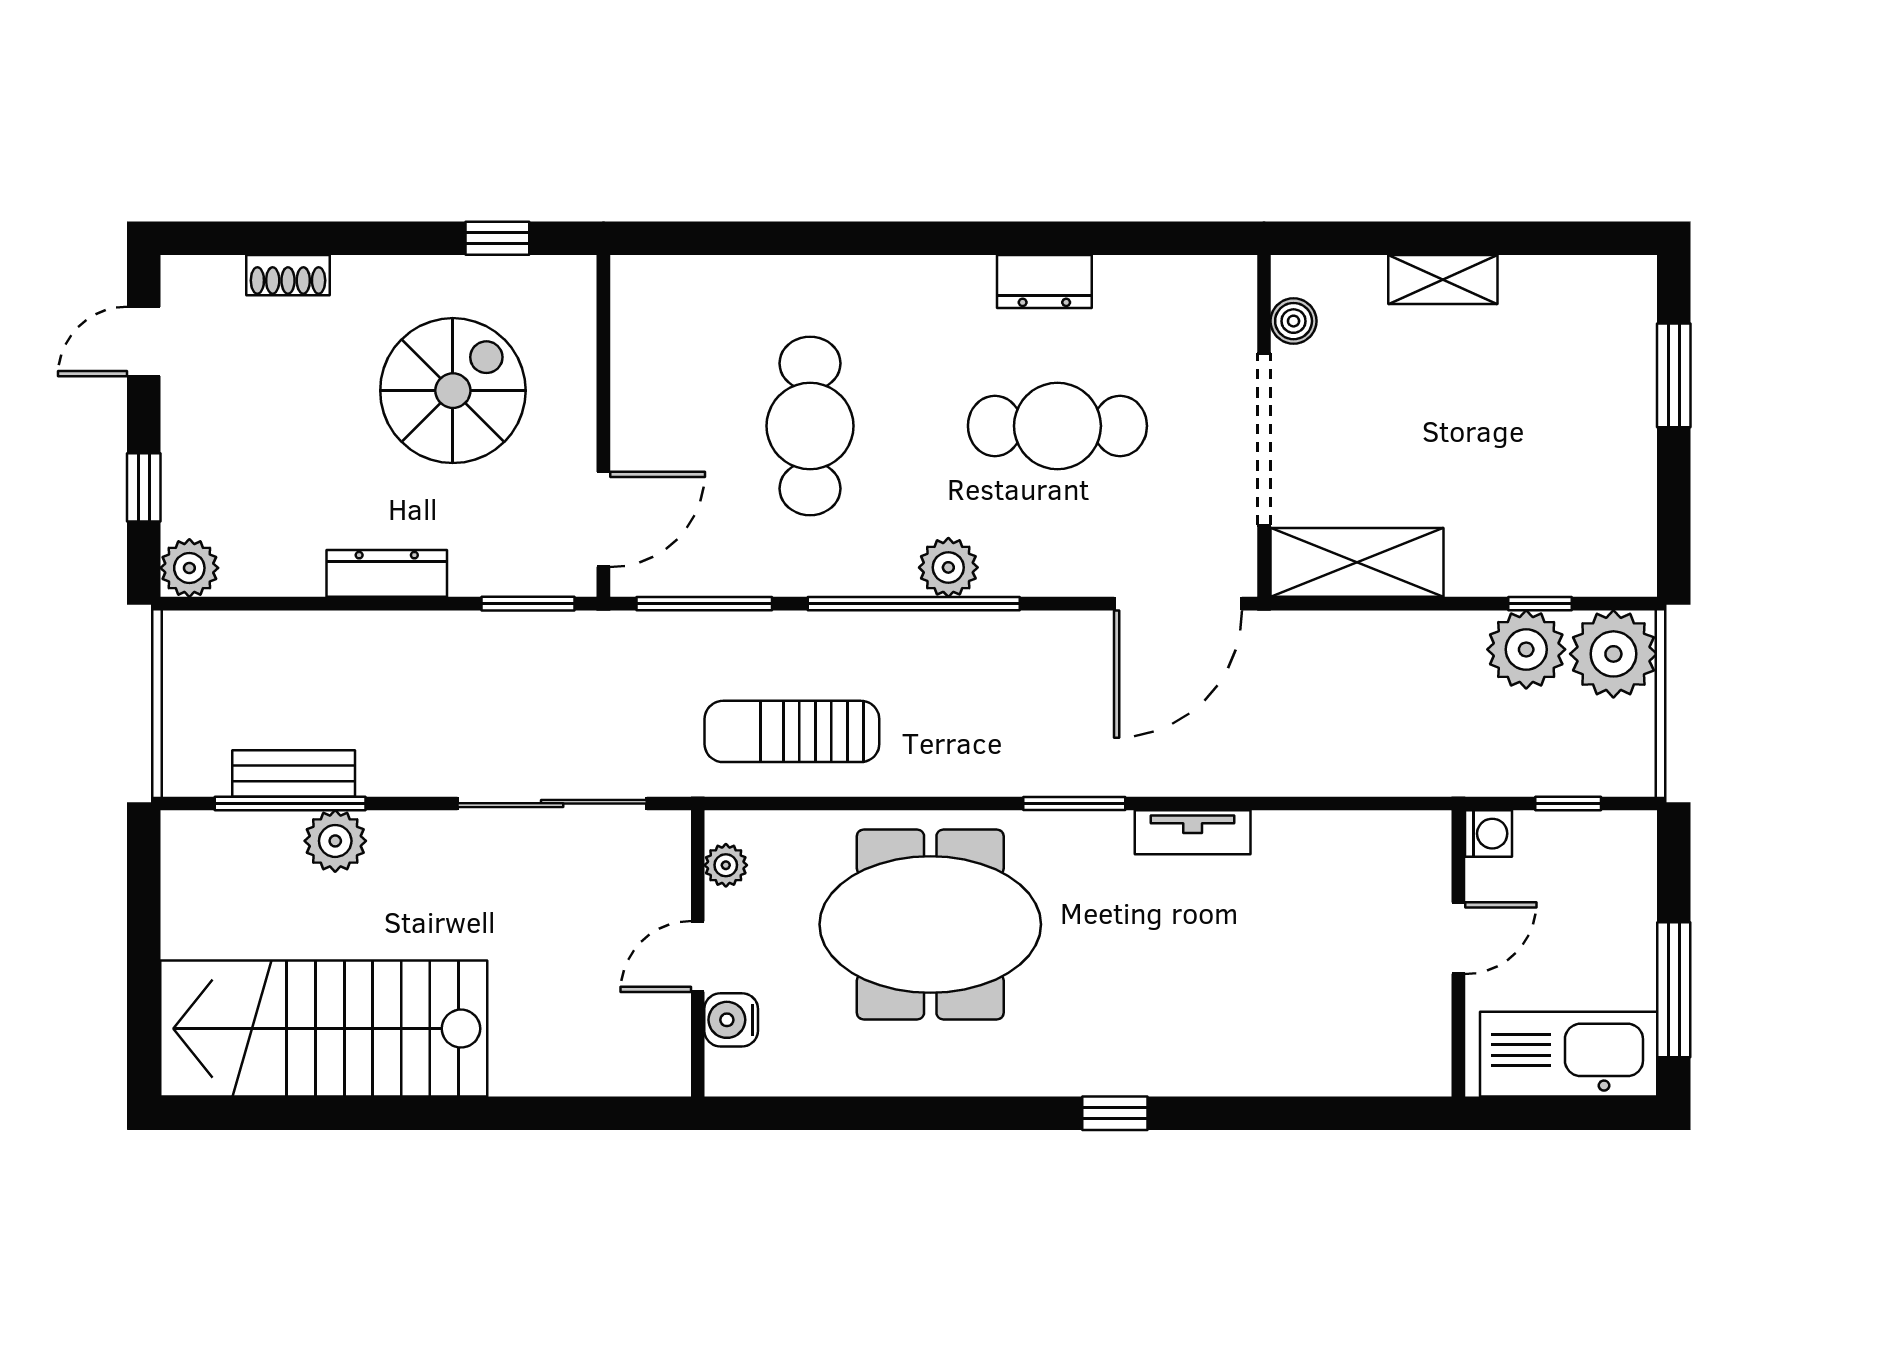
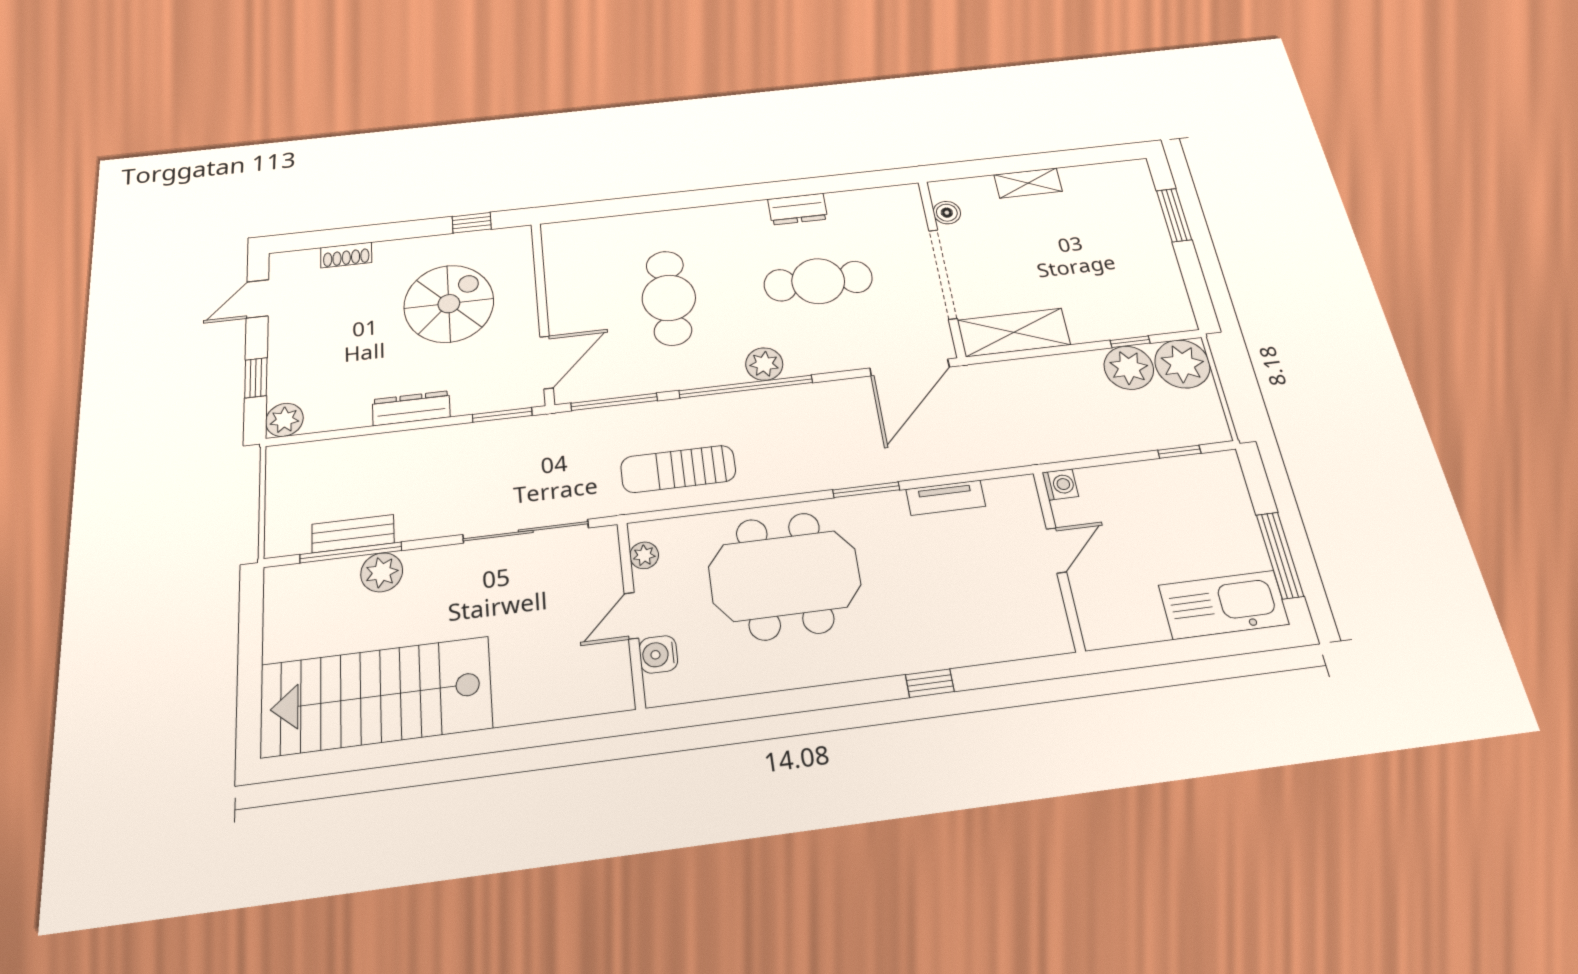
washing machine: (1488, 834) -> (1060, 484), moved
door: (1458, 938) -> (1056, 550), moved
wall: (1458, 953) -> (1059, 560), moved

